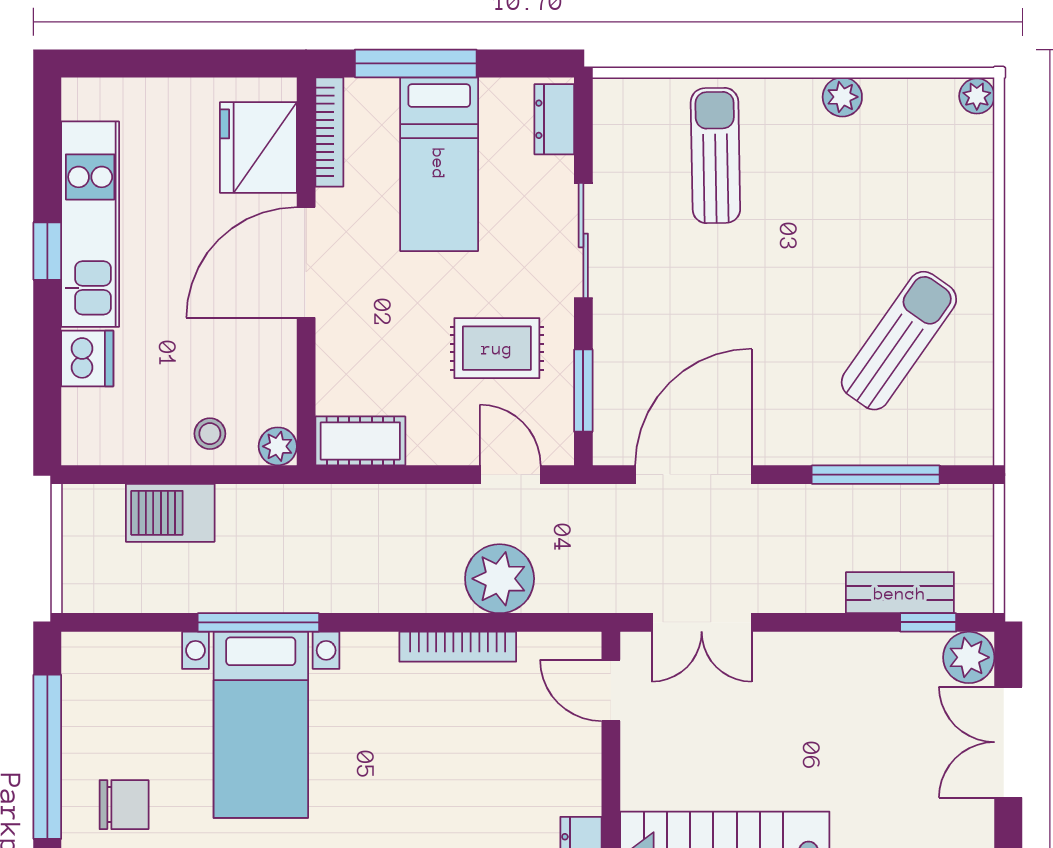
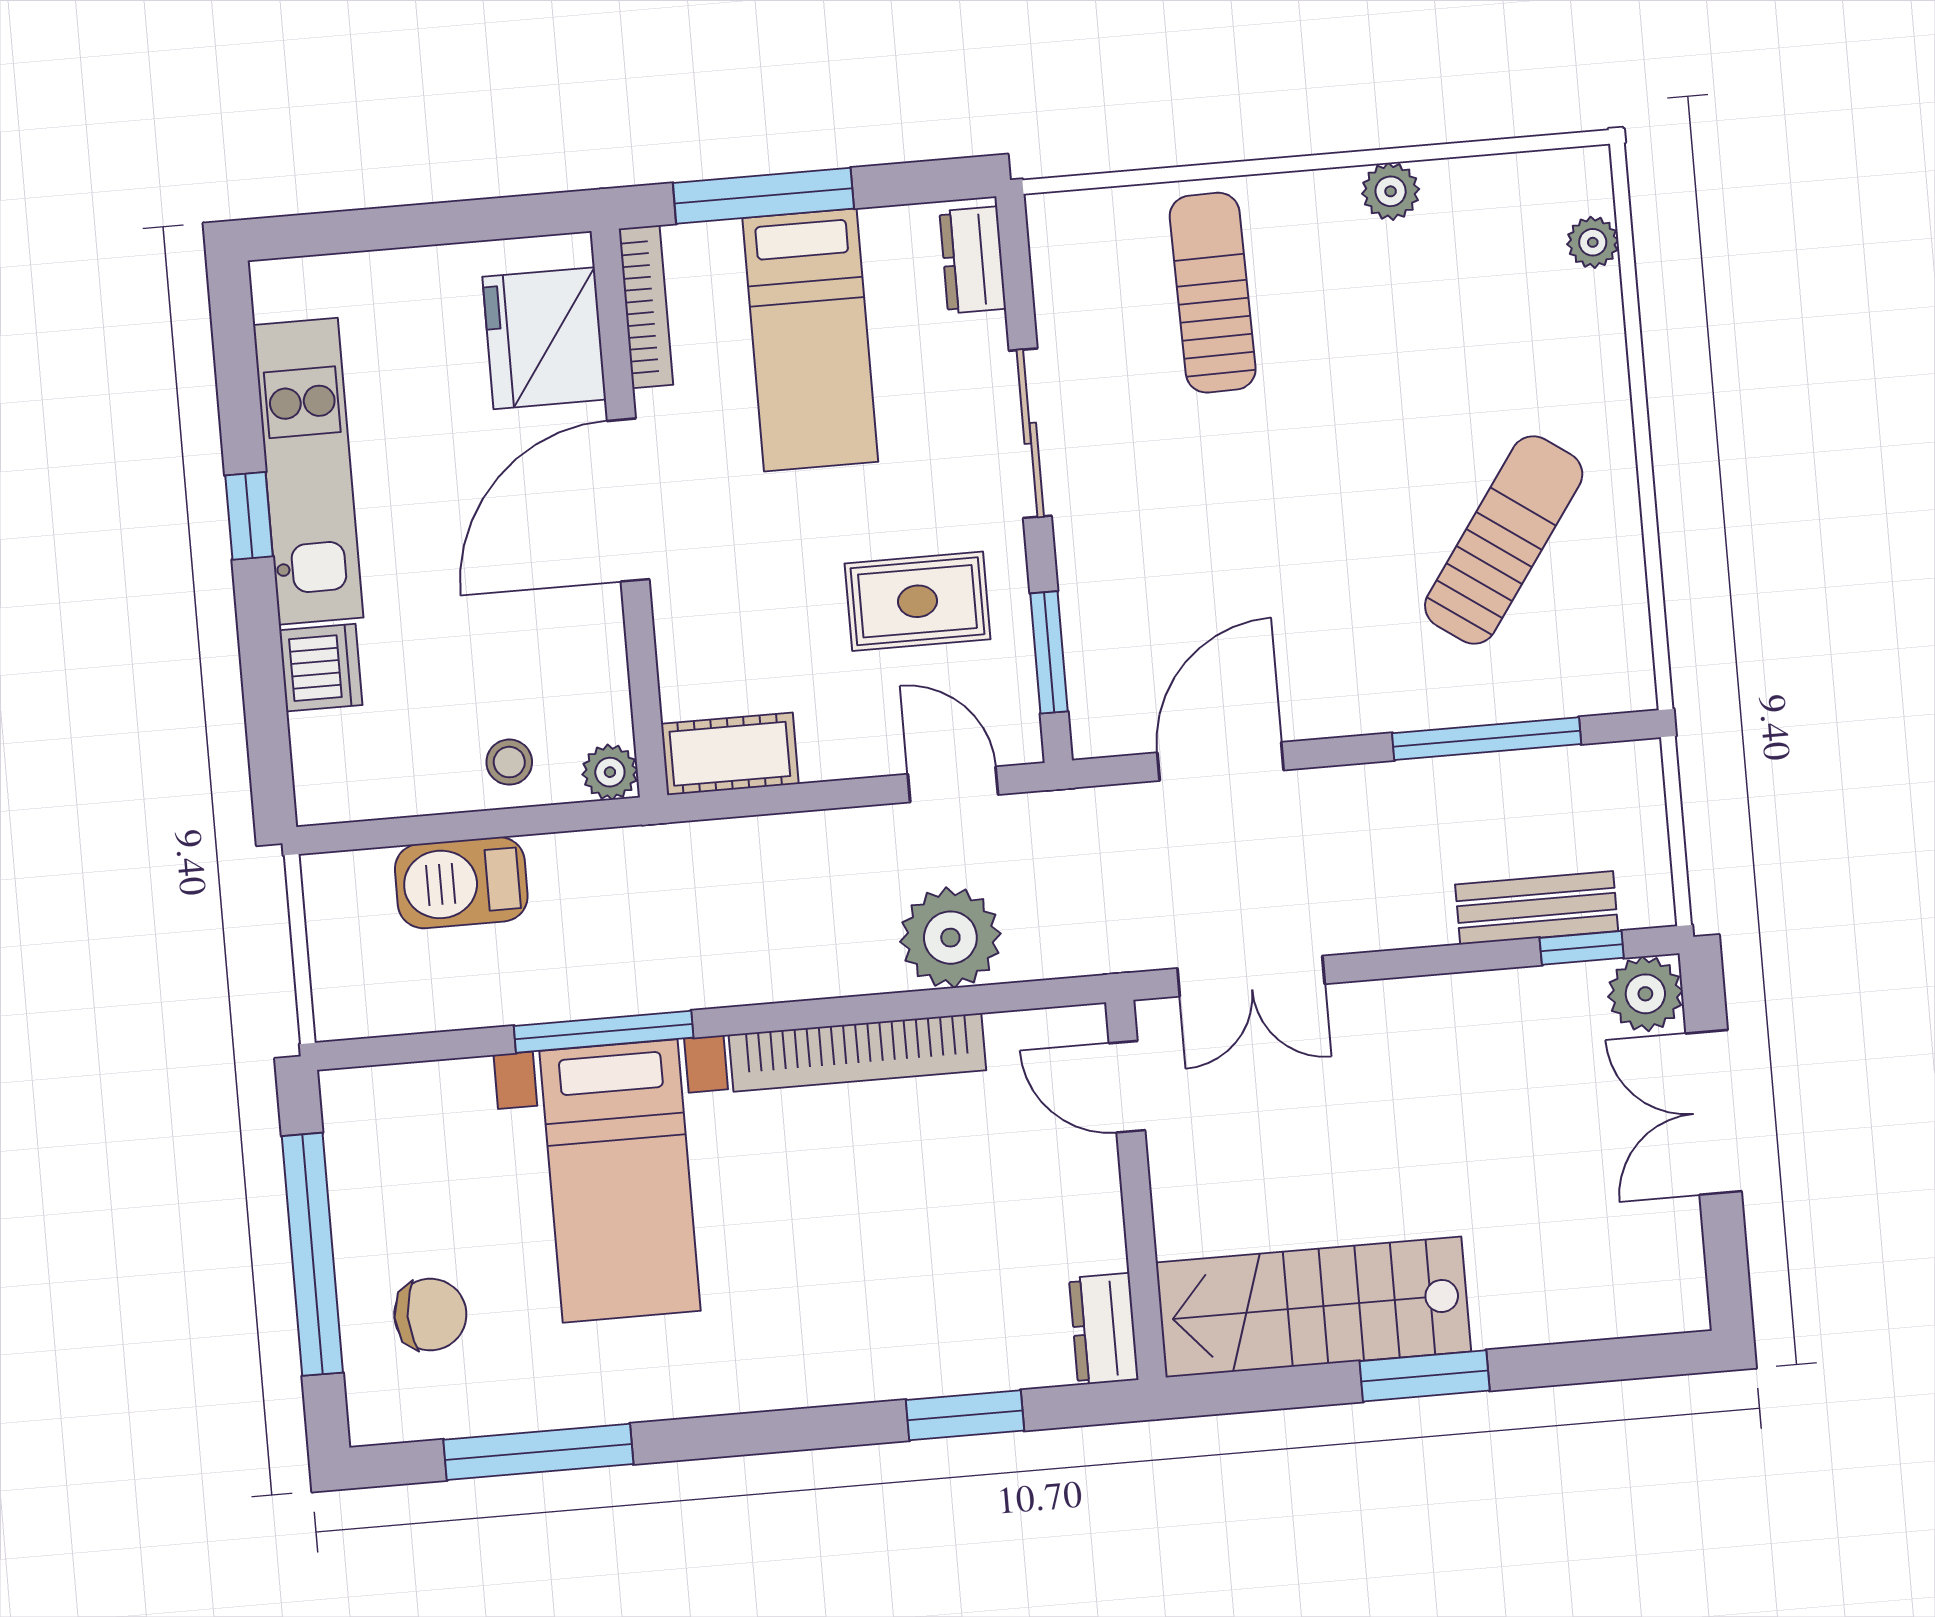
plant: (977, 96) -> (1593, 242), moved
door: (694, 475) -> (1221, 761), width x0.73
bookcase: (458, 647) -> (857, 1052), width x1.48, depth x1.31

